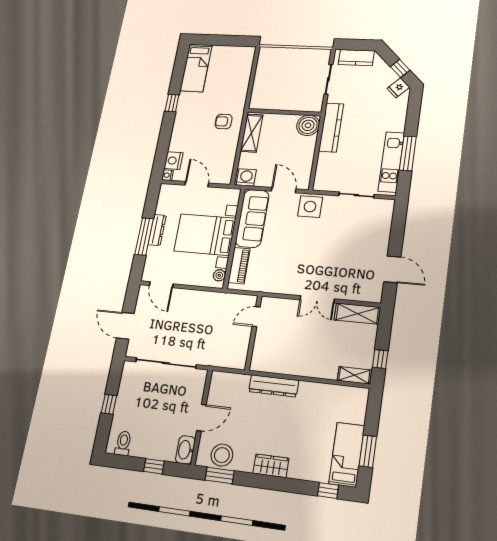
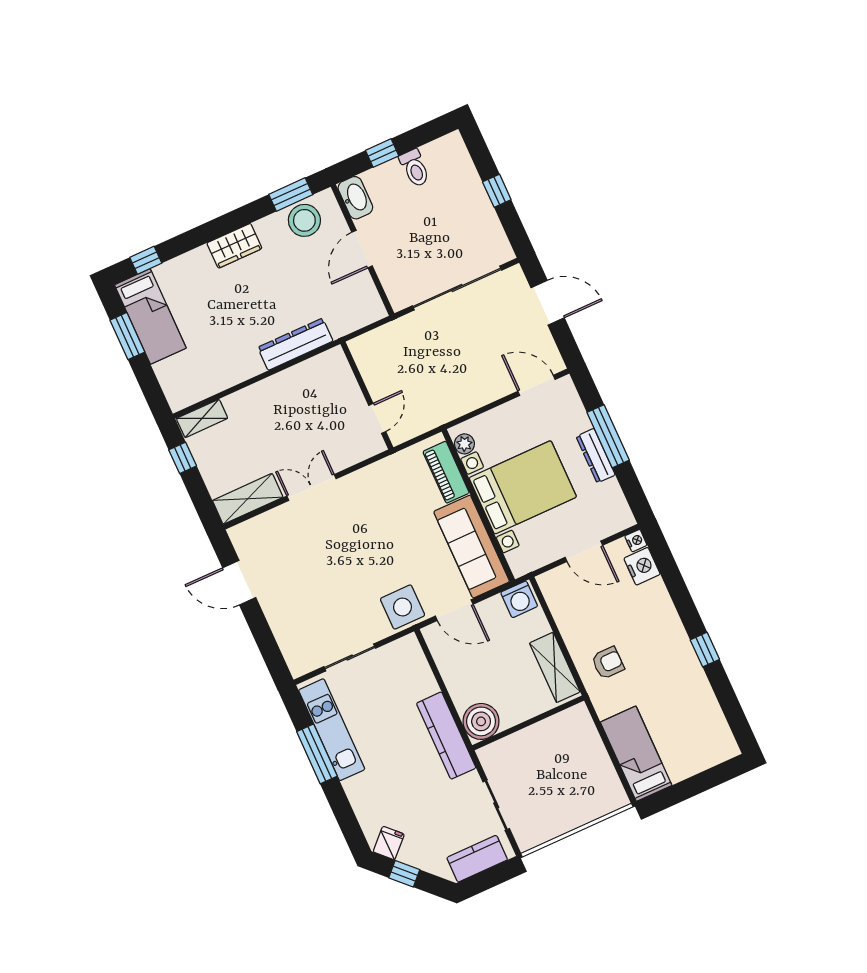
bed: (196, 68) -> (636, 754), moved
toilet: (123, 443) -> (415, 168), moved

